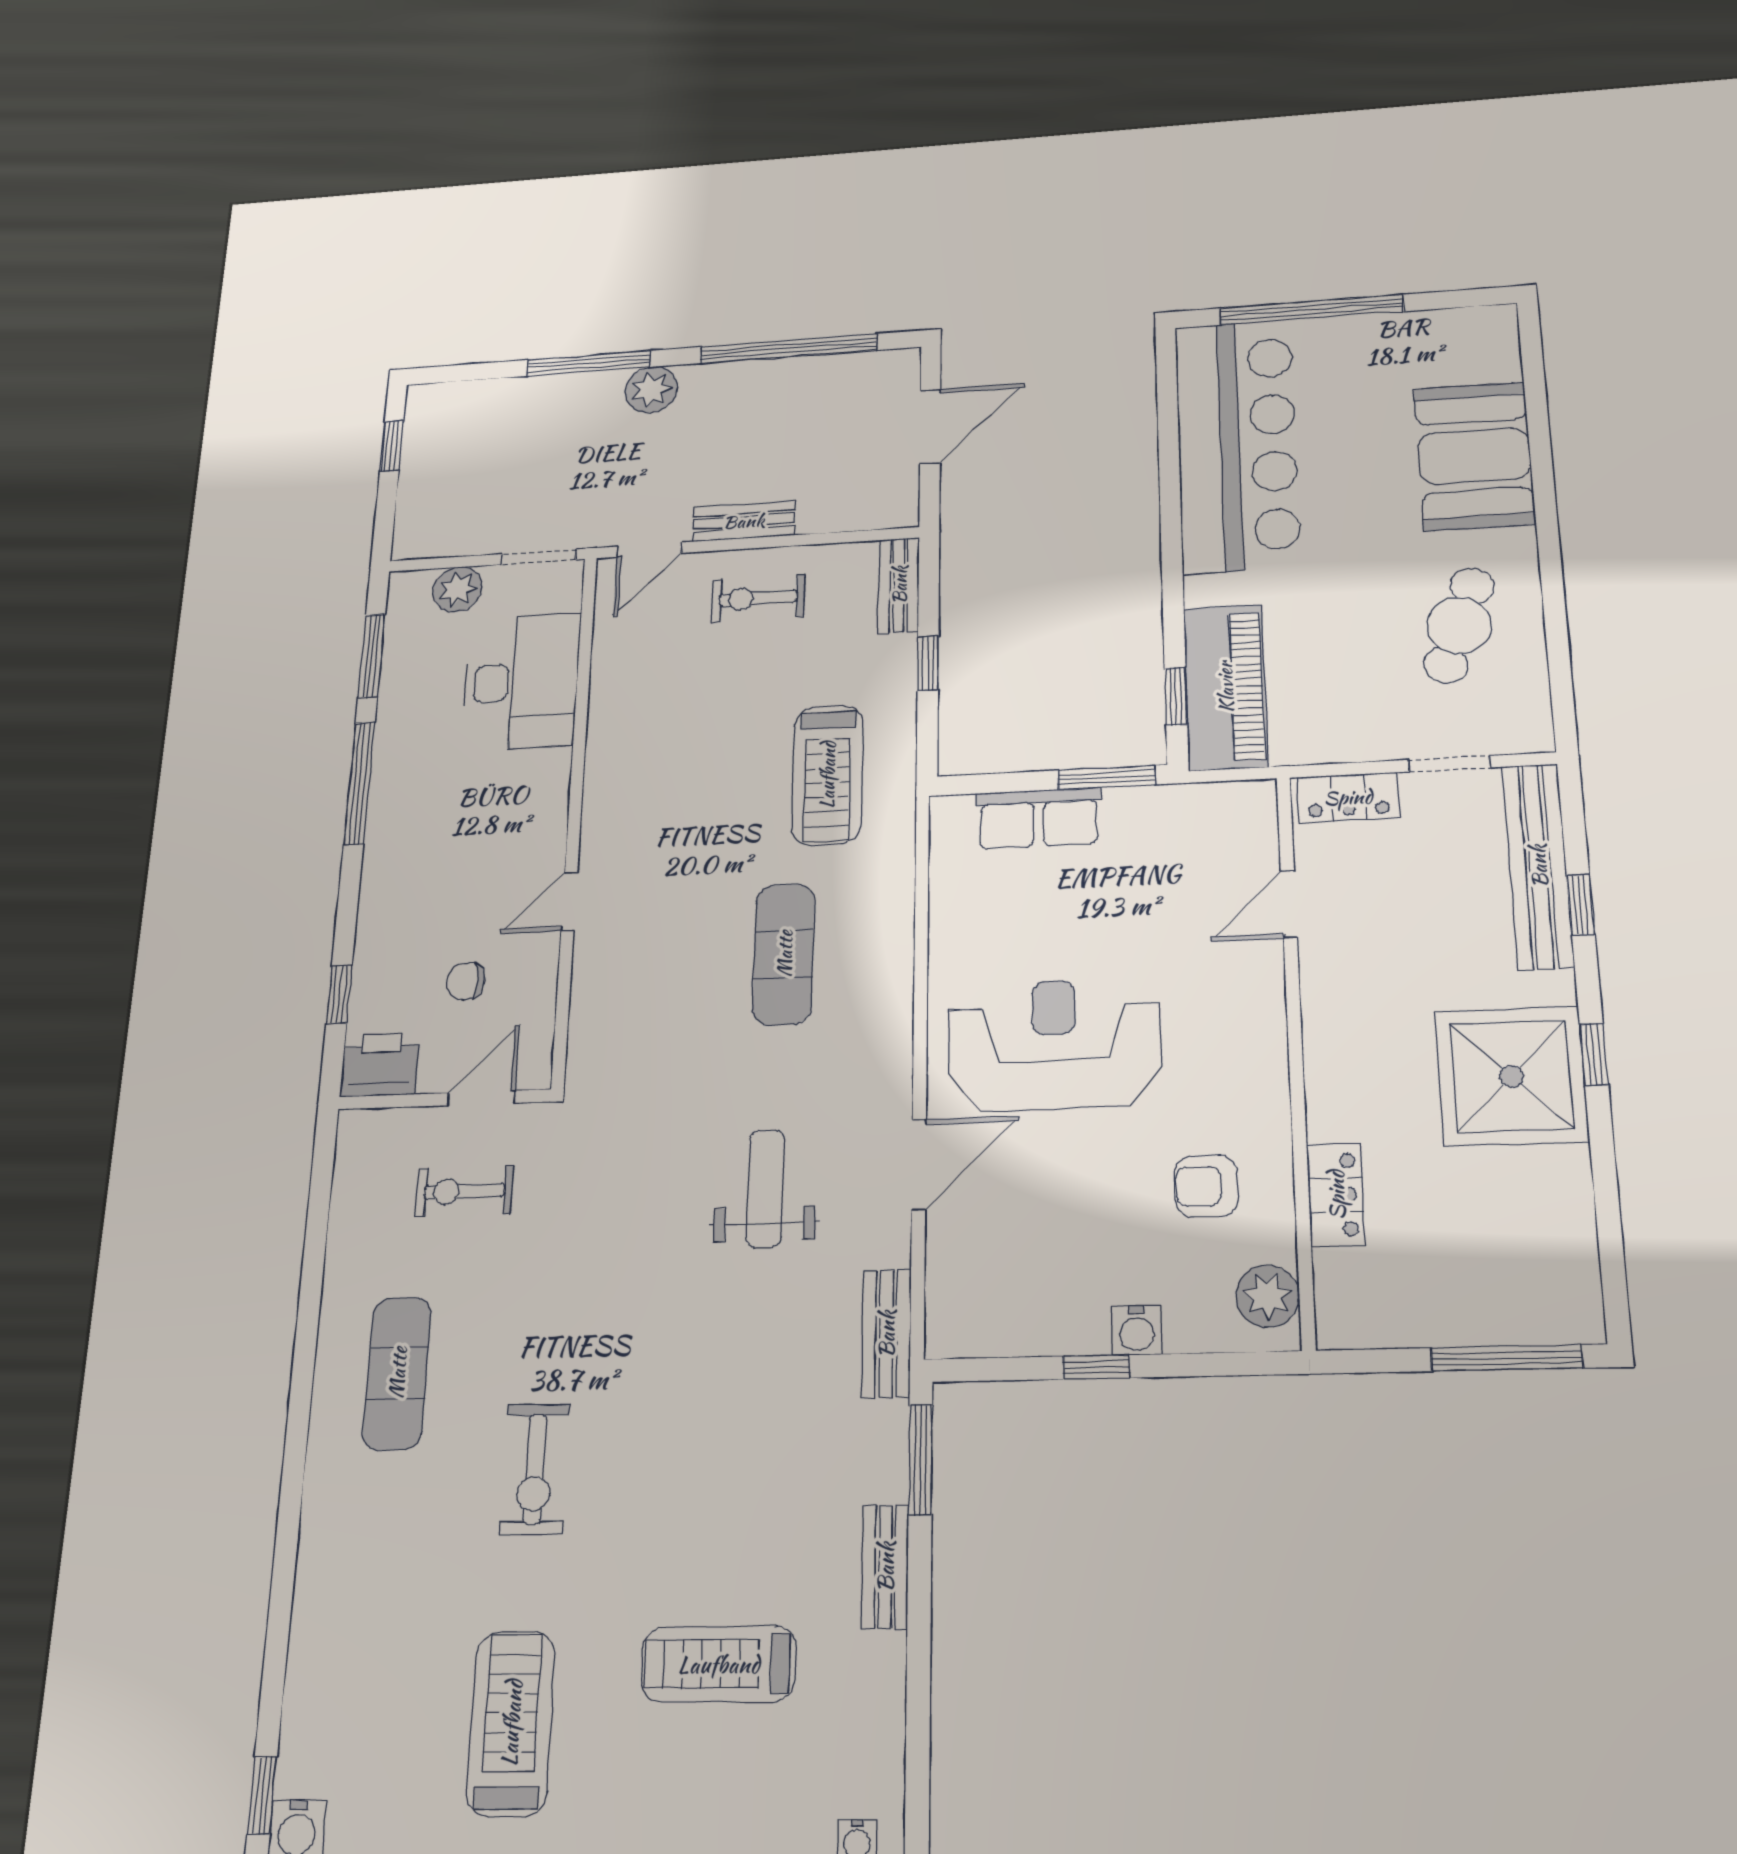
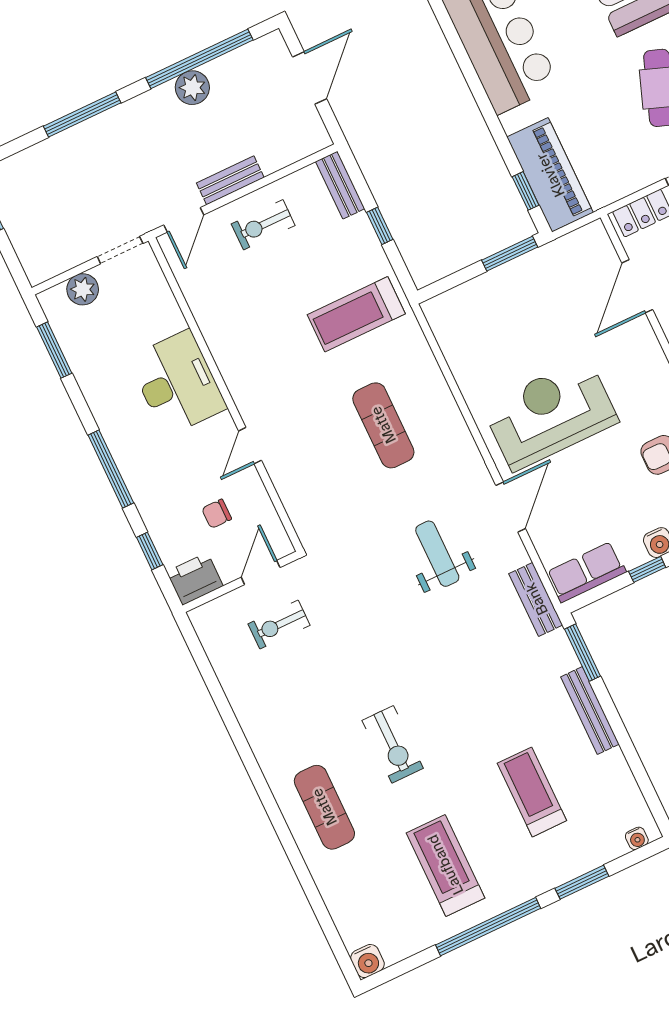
plant: (651, 390) -> (192, 88), moved
desk: (521, 682) -> (177, 383), moved
treadmill: (827, 775) -> (356, 314), turned 90
window: (359, 783) -> (111, 469), moved
row of seats: (1039, 818) -> (586, 572), moved, turned 180
door: (1289, 904) -> (637, 286), width x1.38
exercise mat: (397, 1373) -> (324, 807), moved
bench: (885, 1567) -> (590, 711), width x1.36
treadmill: (719, 1664) -> (532, 792), turned 90
window: (262, 1795) -> (341, 954), removed

